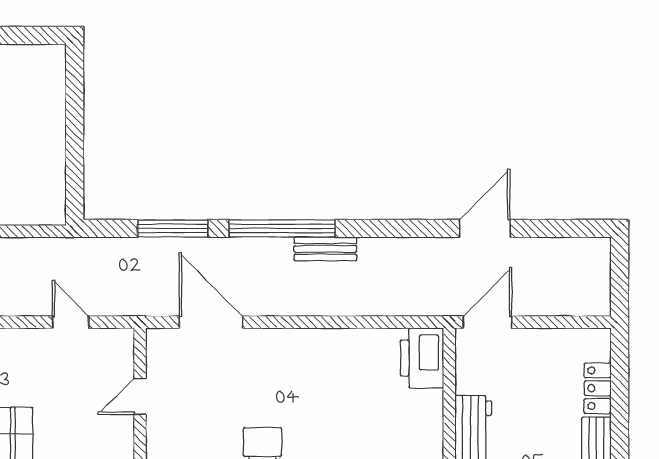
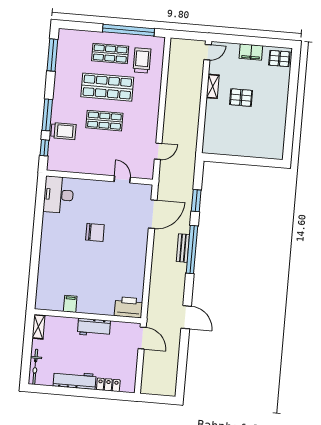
window: (173, 228) -> (196, 201), width x0.69
door: (485, 228) -> (186, 317), moved
bench: (325, 249) -> (183, 248), moved

